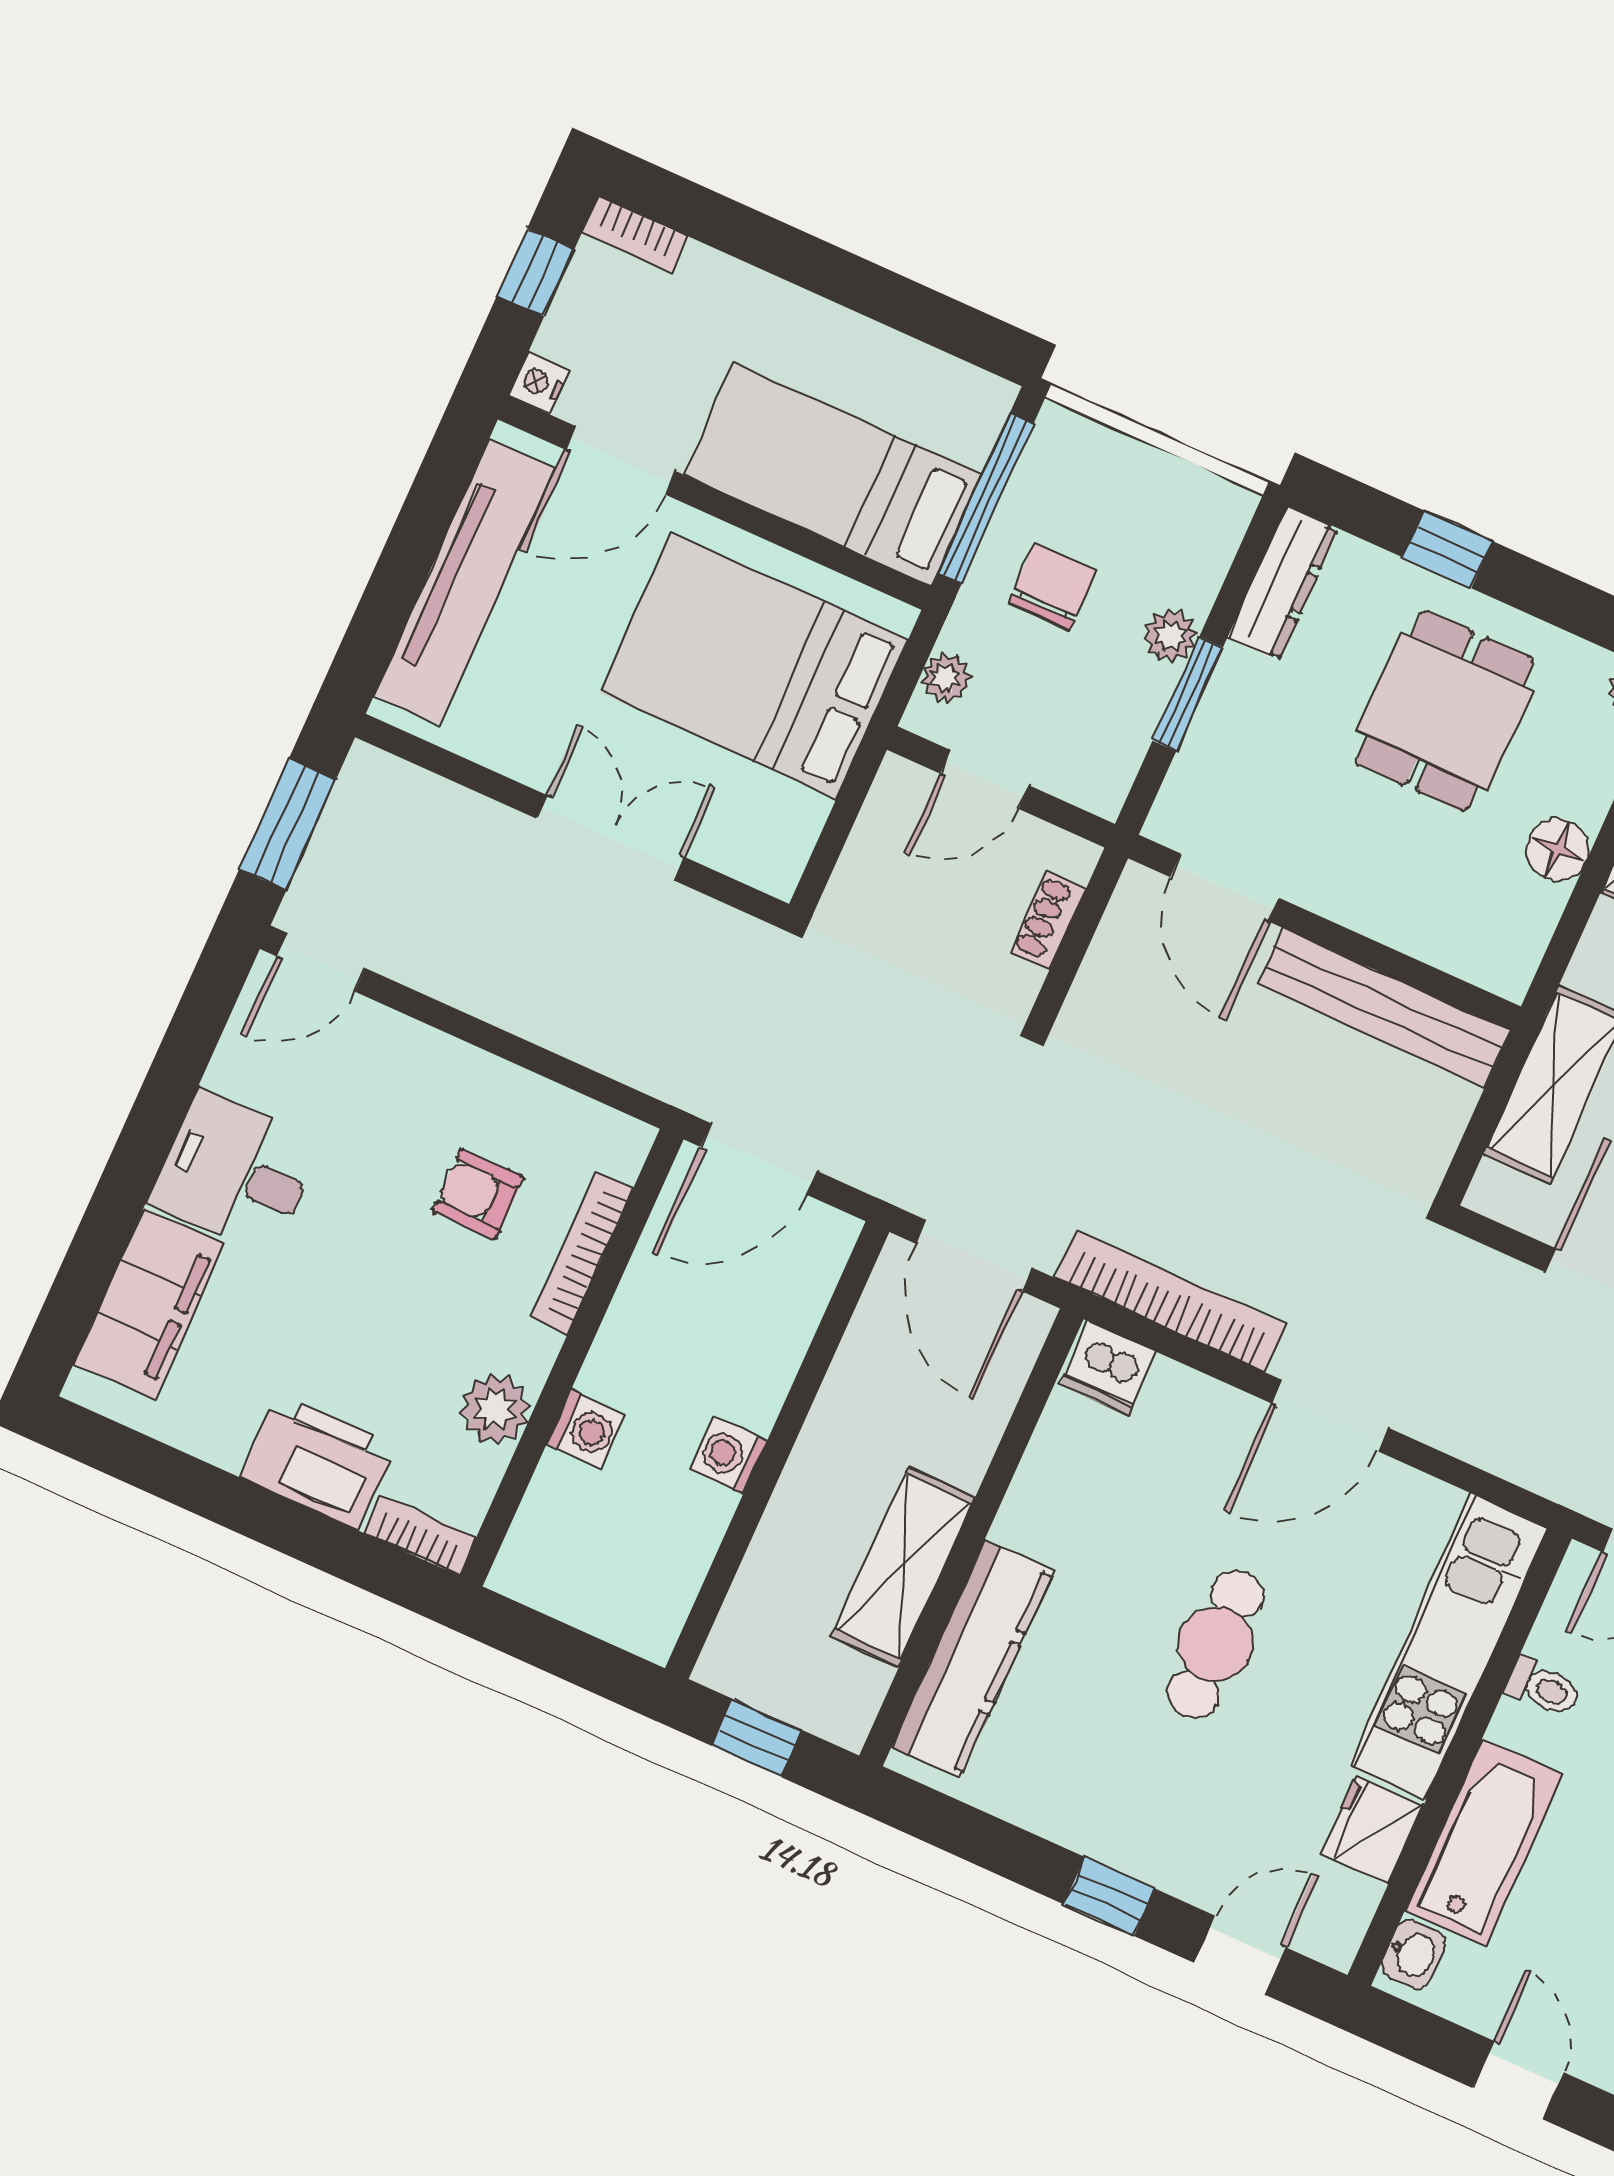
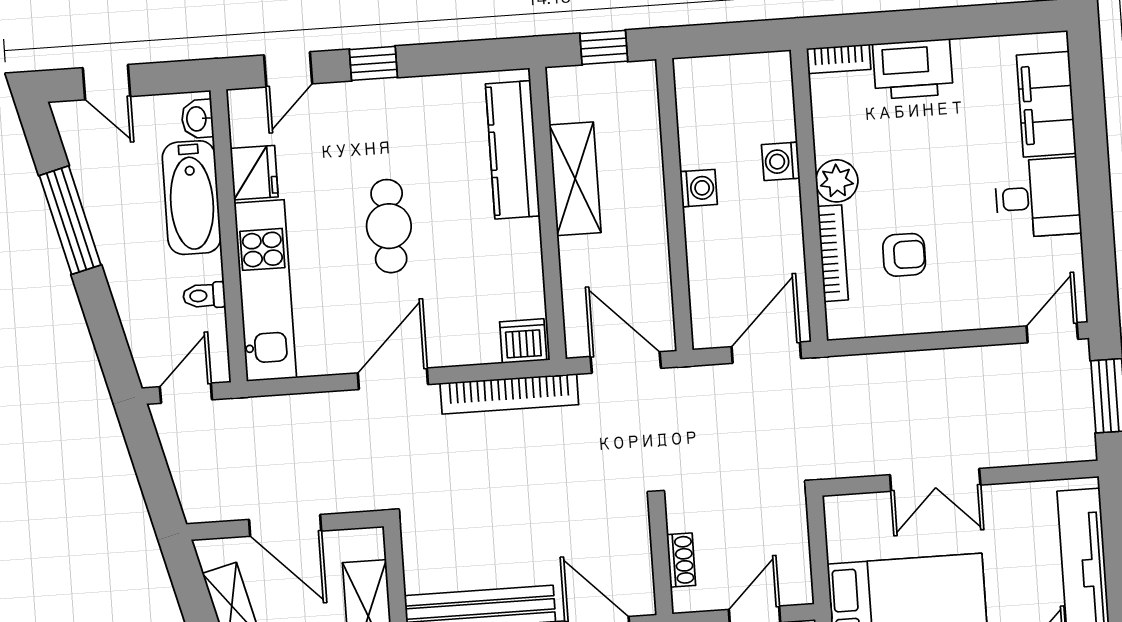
plant: (495, 1409) -> (837, 181), moved

